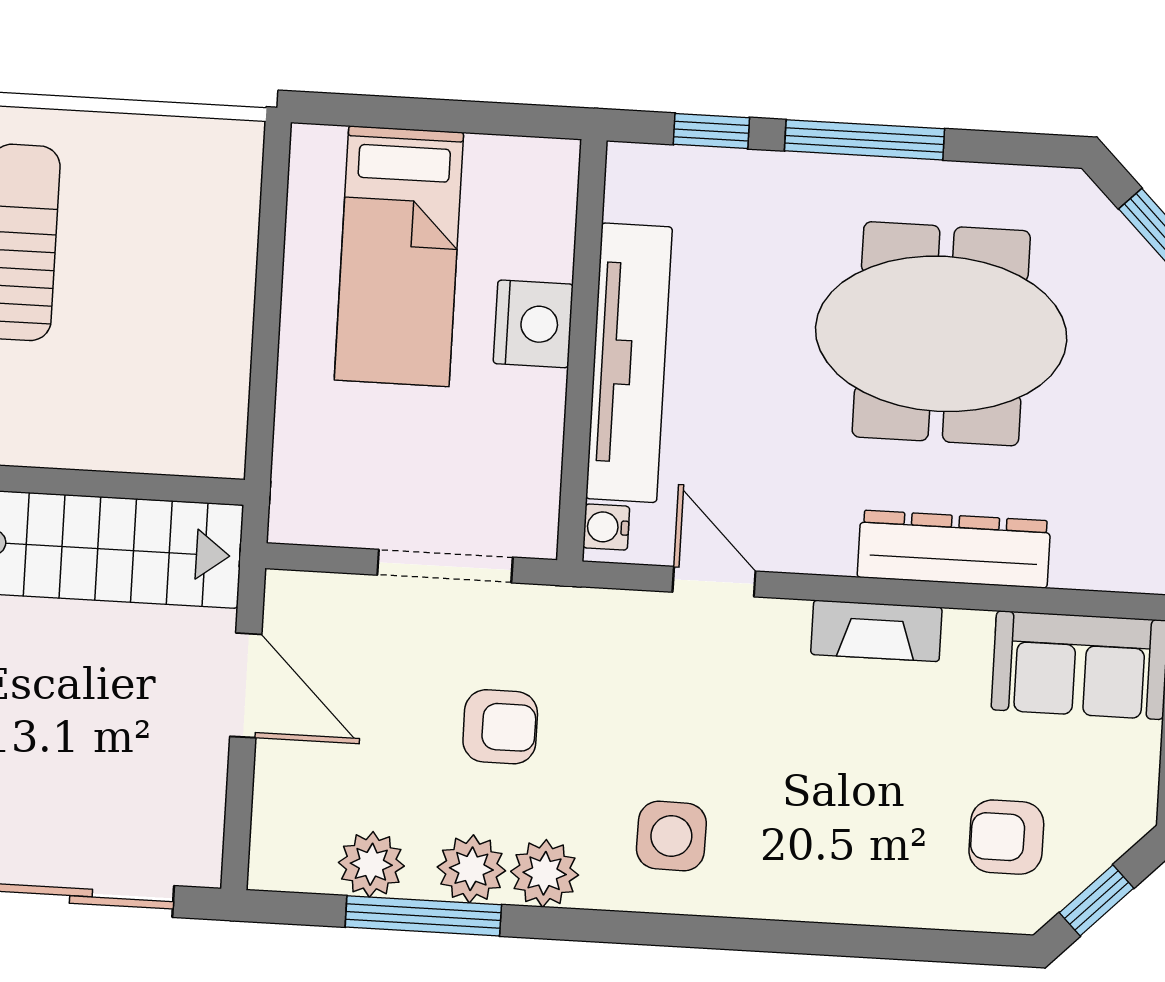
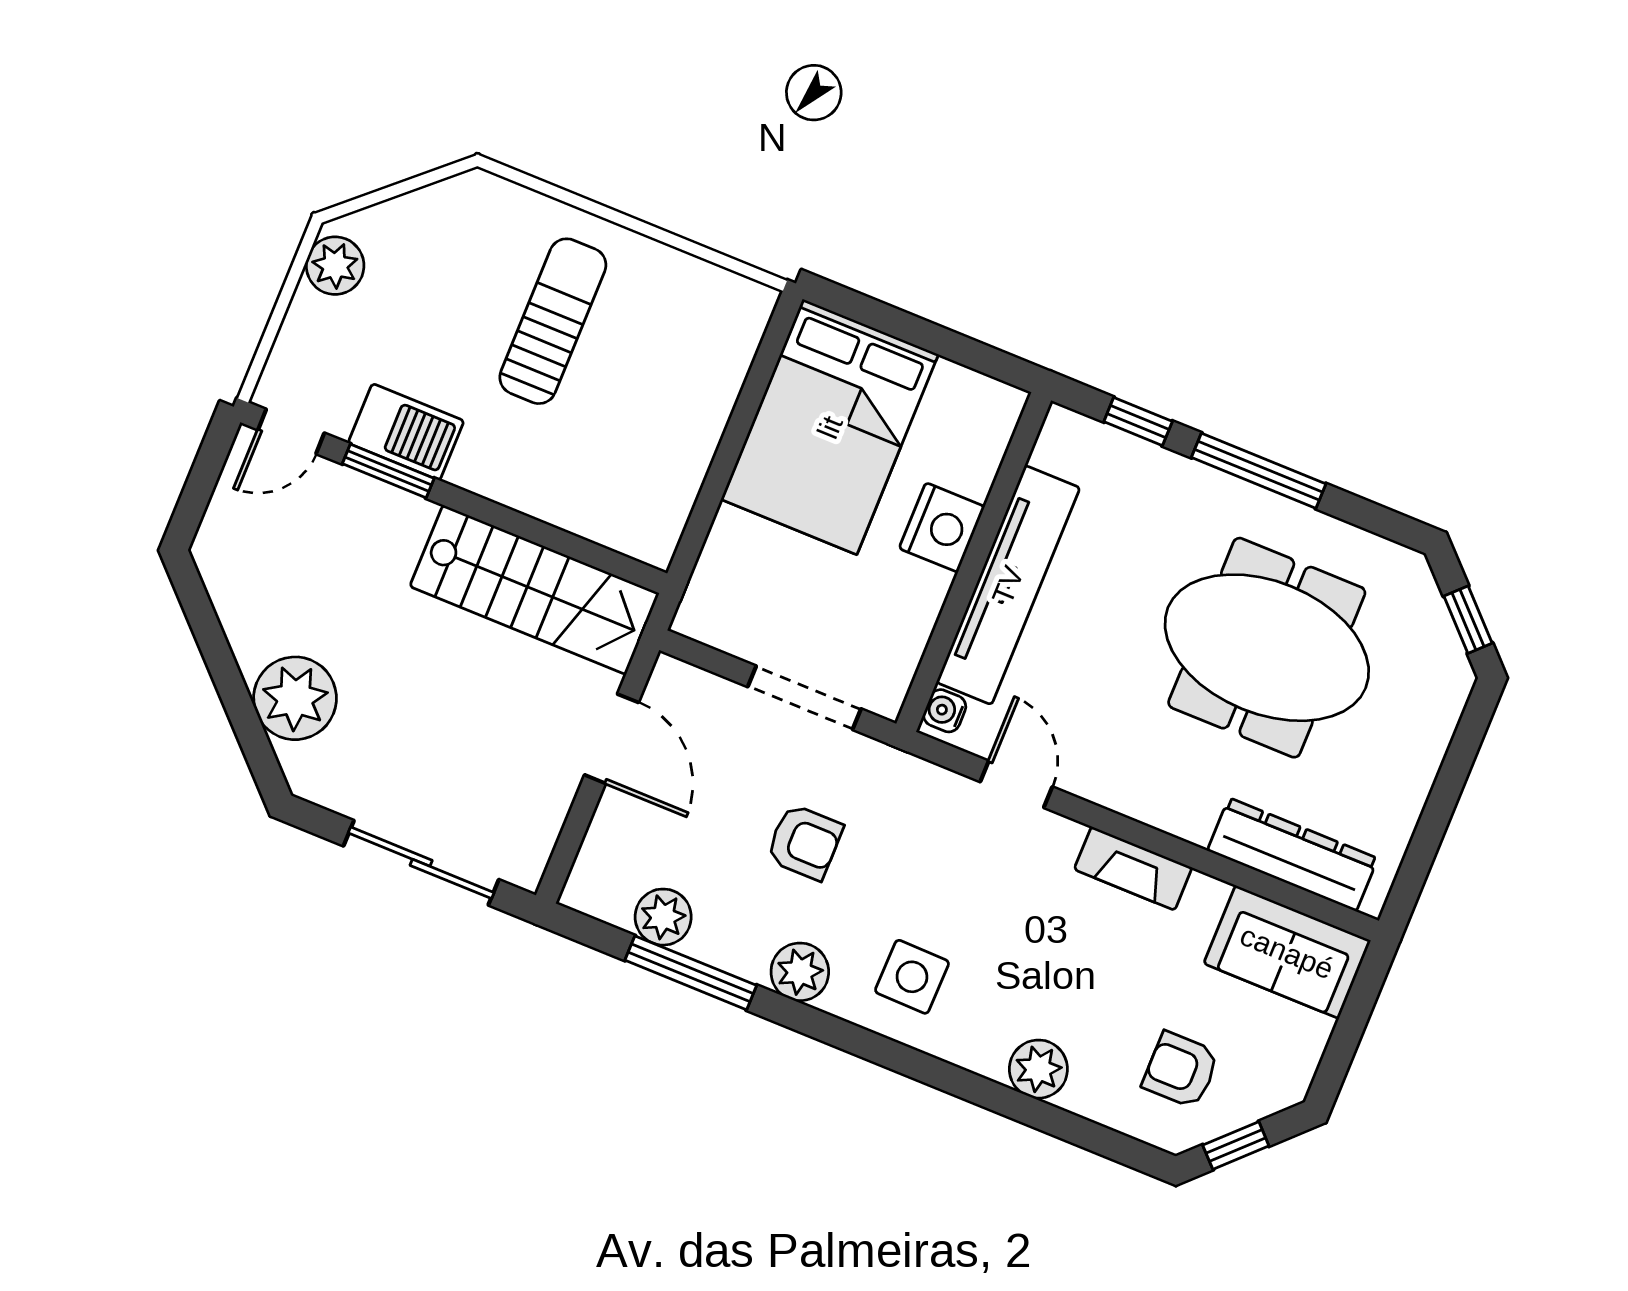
bed: (399, 256) -> (830, 427), width x1.50
dresser: (954, 549) -> (1293, 855), moved
plant: (471, 869) -> (1038, 1069), moved

